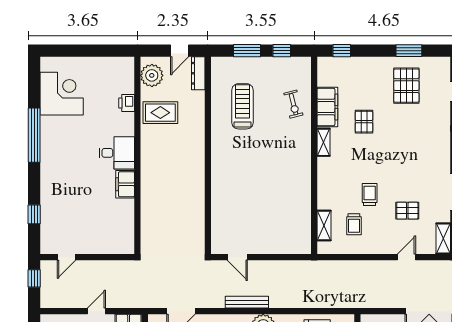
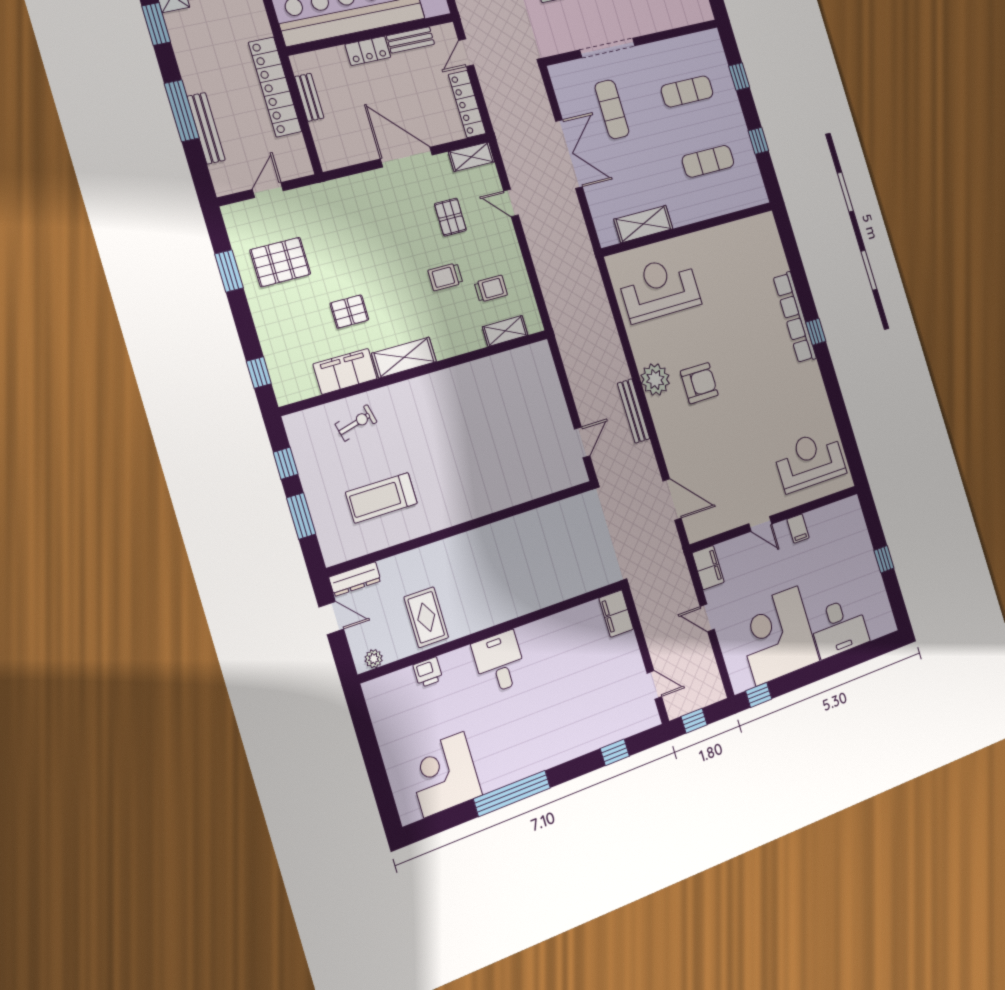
plant: (152, 75) -> (374, 659), width x0.53, depth x0.53
shelving: (323, 142) -> (404, 357), width x1.50, depth x1.33
filing cabinet: (125, 184) -> (616, 614), moved, turned 90

